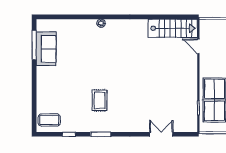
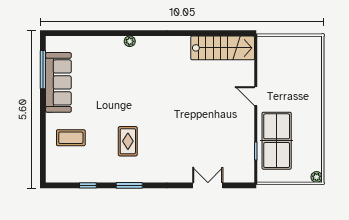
door: (198, 46) -> (256, 96), moved
sofa: (46, 49) -> (58, 82), width x1.36
coffee table: (49, 120) -> (71, 138), moved

